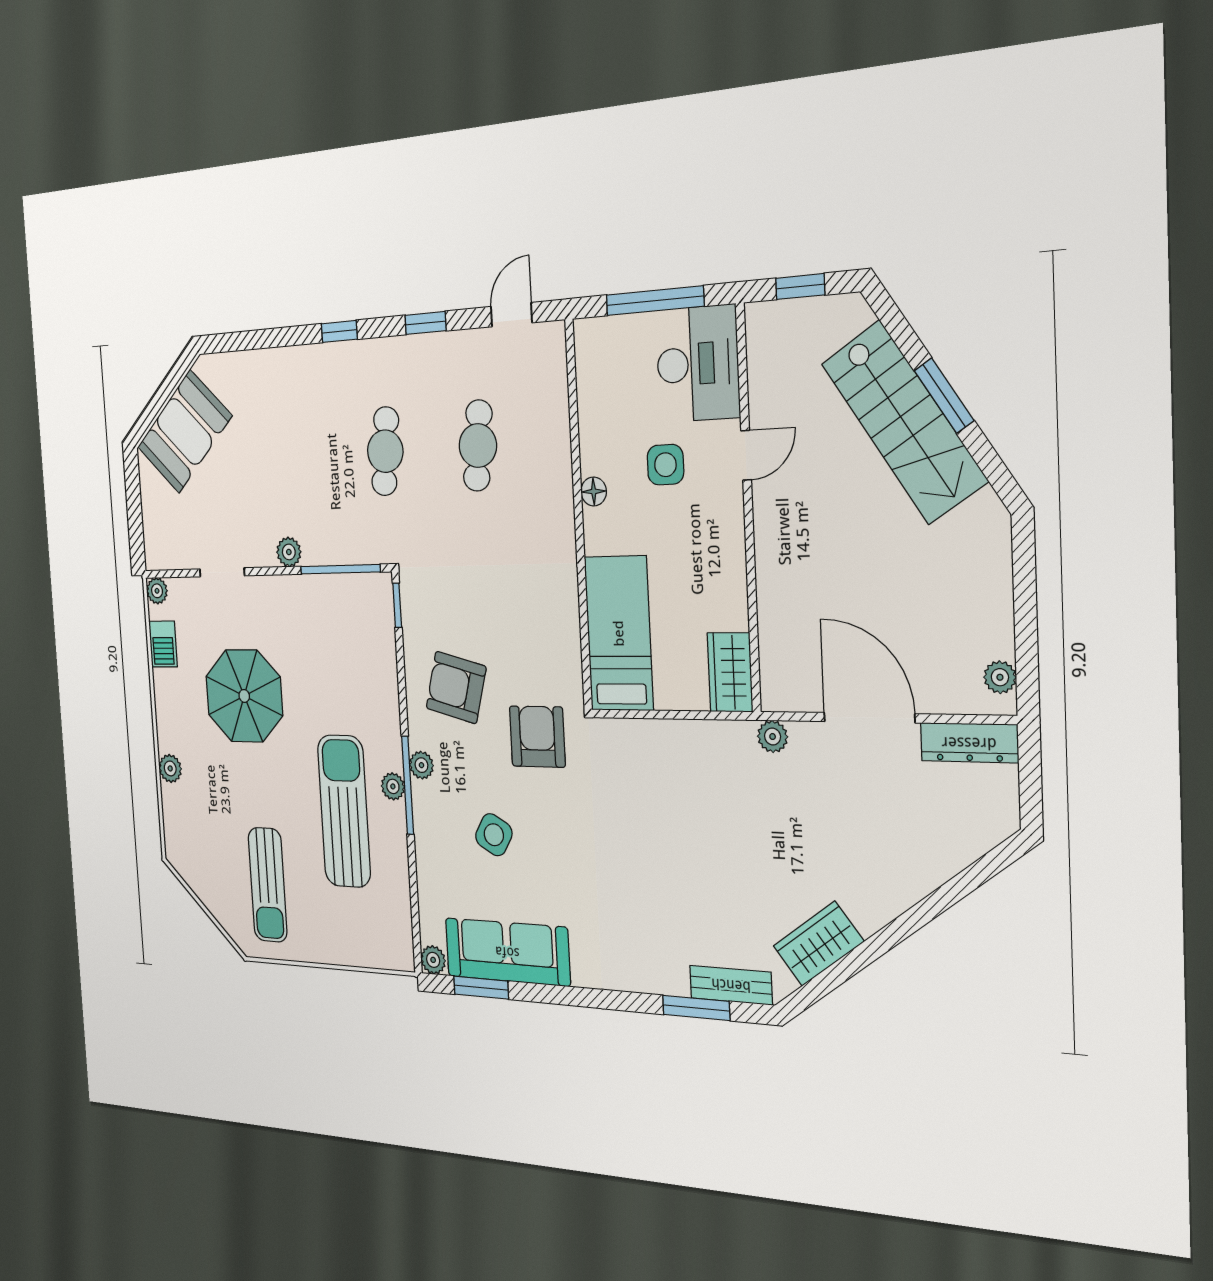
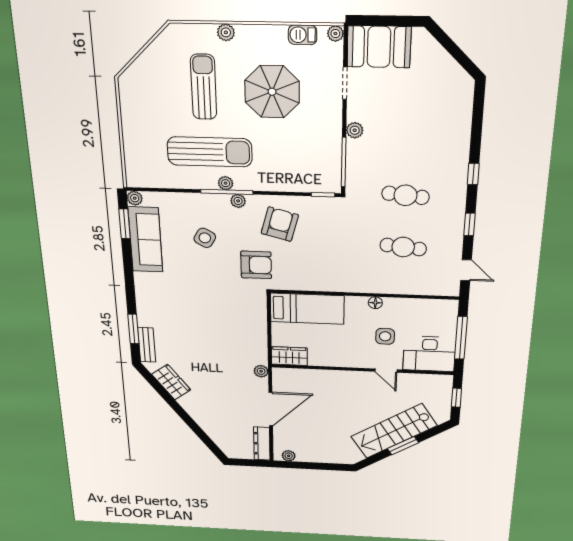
booth: (184, 431) -> (379, 47), moved, turned -45
sun lounger: (268, 885) -> (204, 87), moved, turned 90

